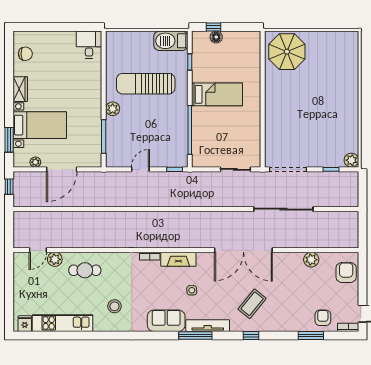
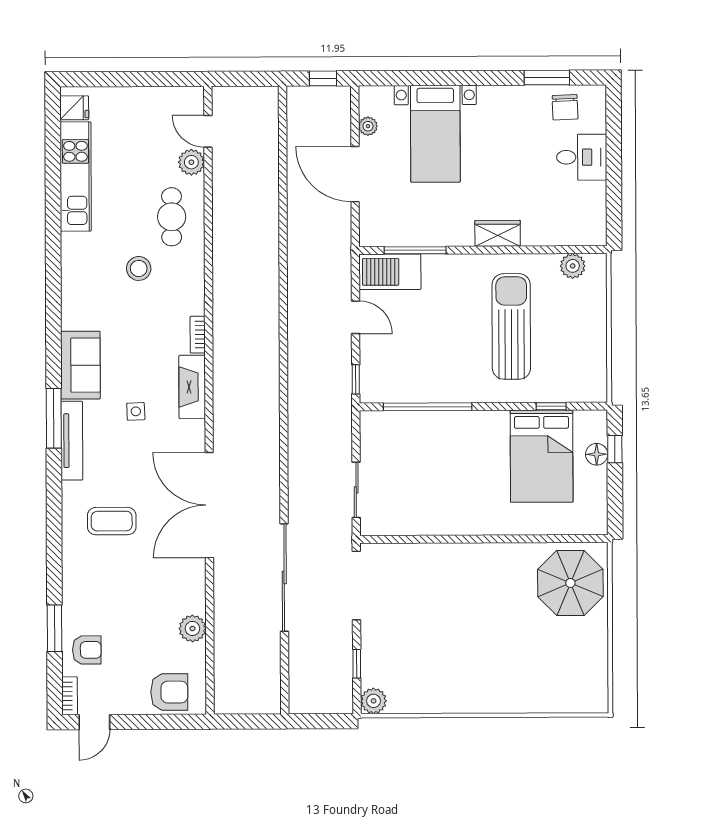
barbecue: (171, 41) -> (390, 272), moved, turned -90
desk: (89, 45) -> (582, 157), moved
wardrobe: (20, 89) -> (498, 233), moved, turned 180
bed: (217, 94) -> (542, 456), moved, width x1.50
plant: (113, 109) -> (573, 266), moved
window: (9, 140) -> (547, 78), moved
coffee table: (252, 304) -> (112, 521), turned -39
stool: (114, 306) -> (139, 268), moved
window: (251, 335) -> (54, 519), removed

